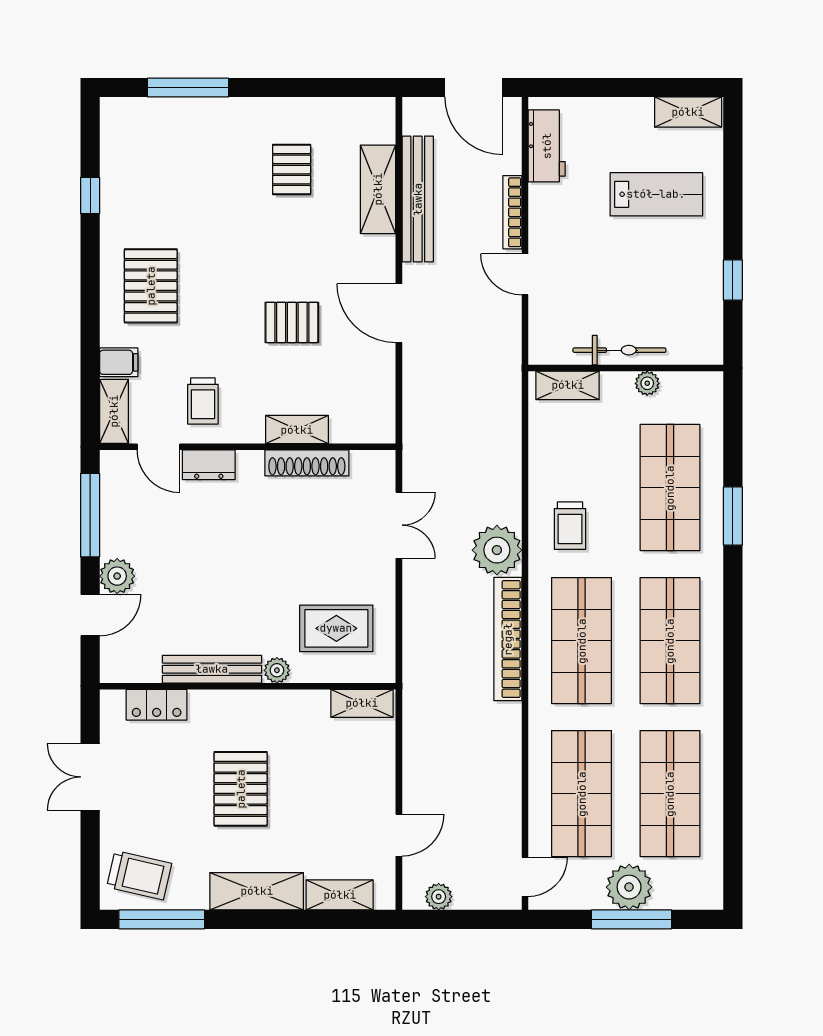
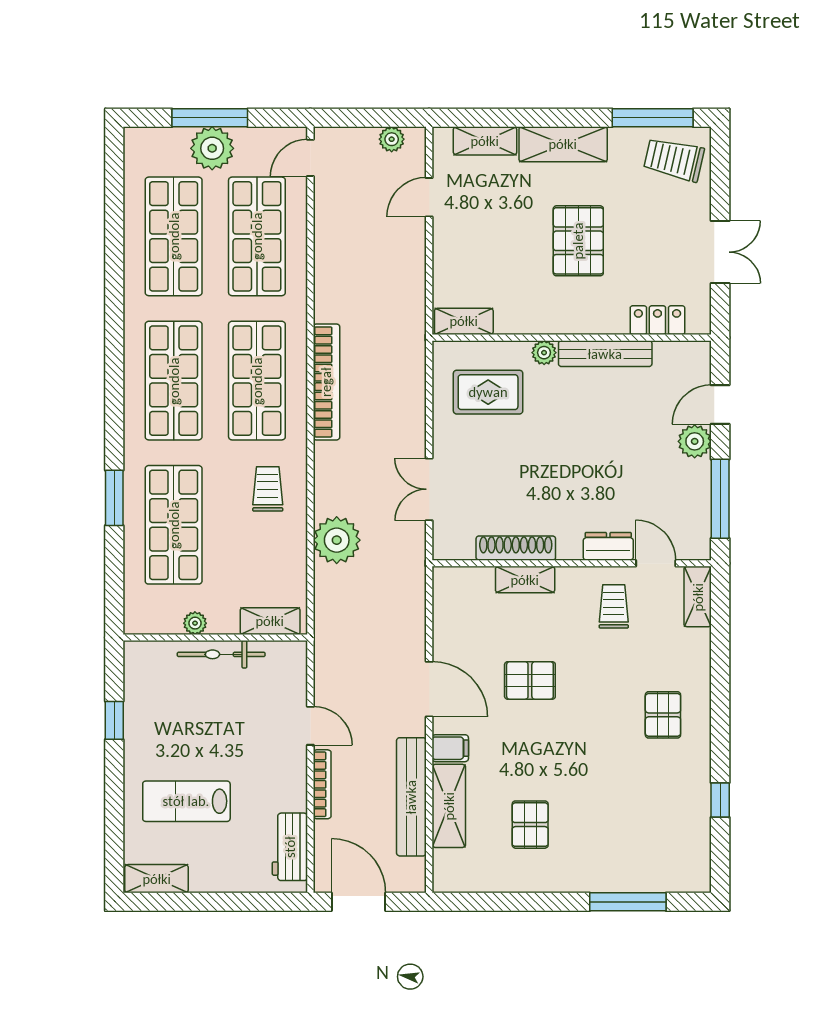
pallet: (151, 286) -> (663, 715), width x0.67, depth x0.71
filing cabinet: (119, 362) -> (450, 748), moved, turned 180
plant: (497, 550) -> (337, 540), moved

